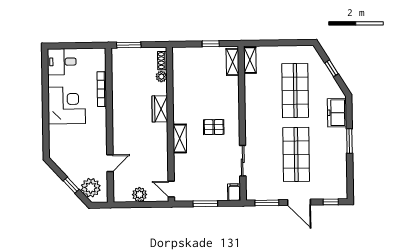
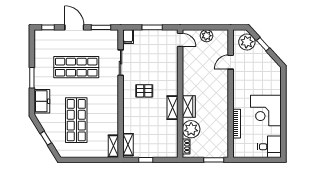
plant: (161, 77) -> (191, 129), width x1.87, depth x1.87
shelving: (180, 138) -> (172, 108), moved
shop shelf: (296, 154) -> (76, 67), turned 90

